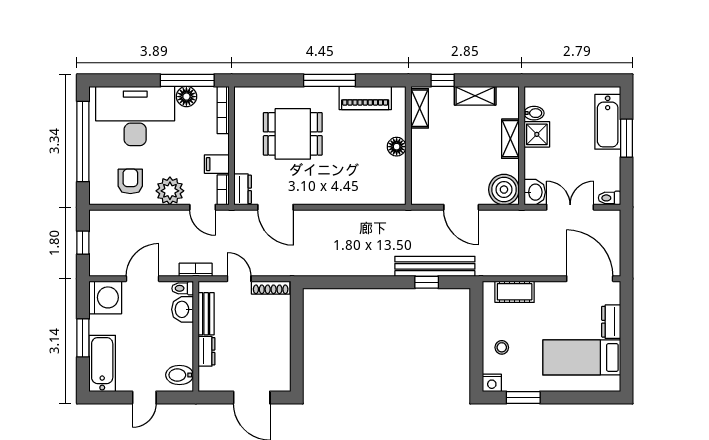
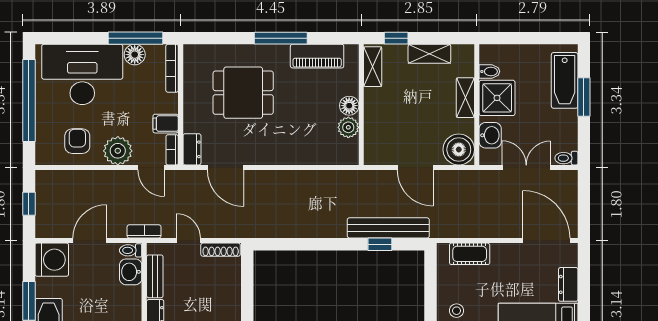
shower: (537, 134) -> (497, 98), width x1.36, depth x1.36
plant: (396, 168) -> (348, 127), added
washbasin: (535, 192) -> (490, 135), moved

